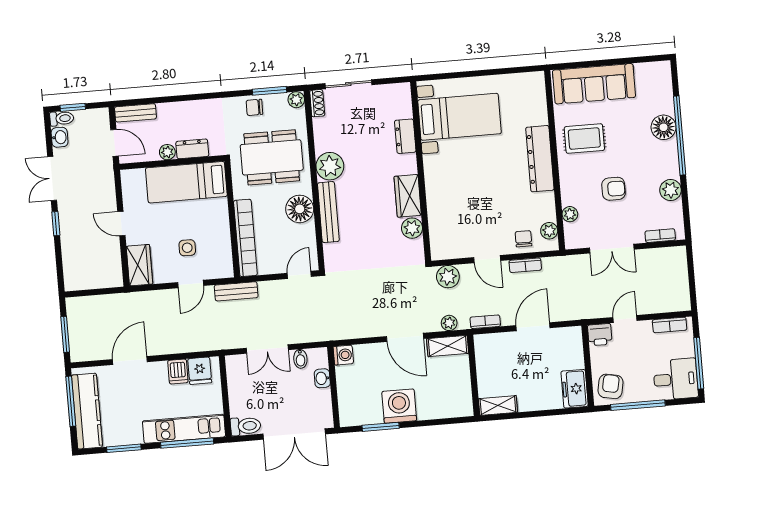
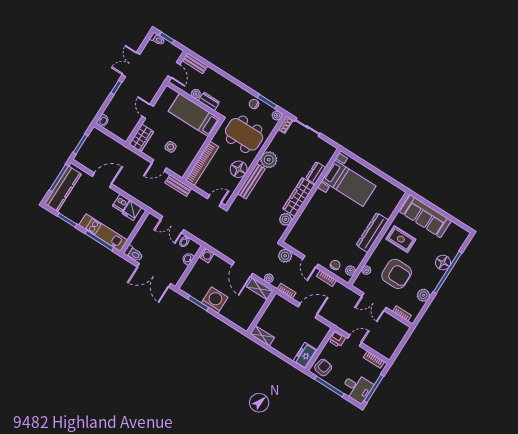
washbasin: (60, 137) -> (103, 121), moved
armchair: (614, 189) -> (397, 274), width x1.88, depth x1.88
wardrobe: (408, 196) -> (299, 197), width x1.50

